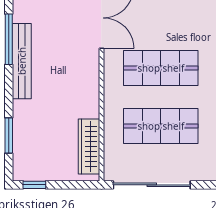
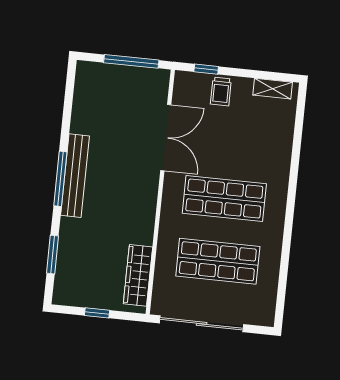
window: (9, 39) -> (60, 179), moved
window: (34, 185) -> (97, 313), moved

